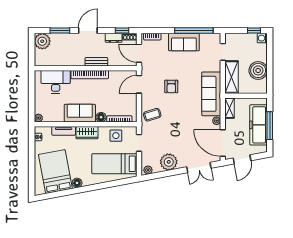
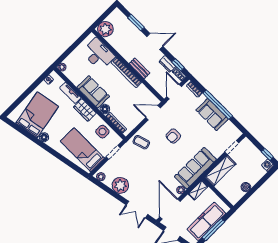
window: (194, 31) -> (218, 105), moved
plant: (42, 41) -> (105, 29), moved
boiler: (258, 70) -> (246, 187), width x0.54, depth x0.54

